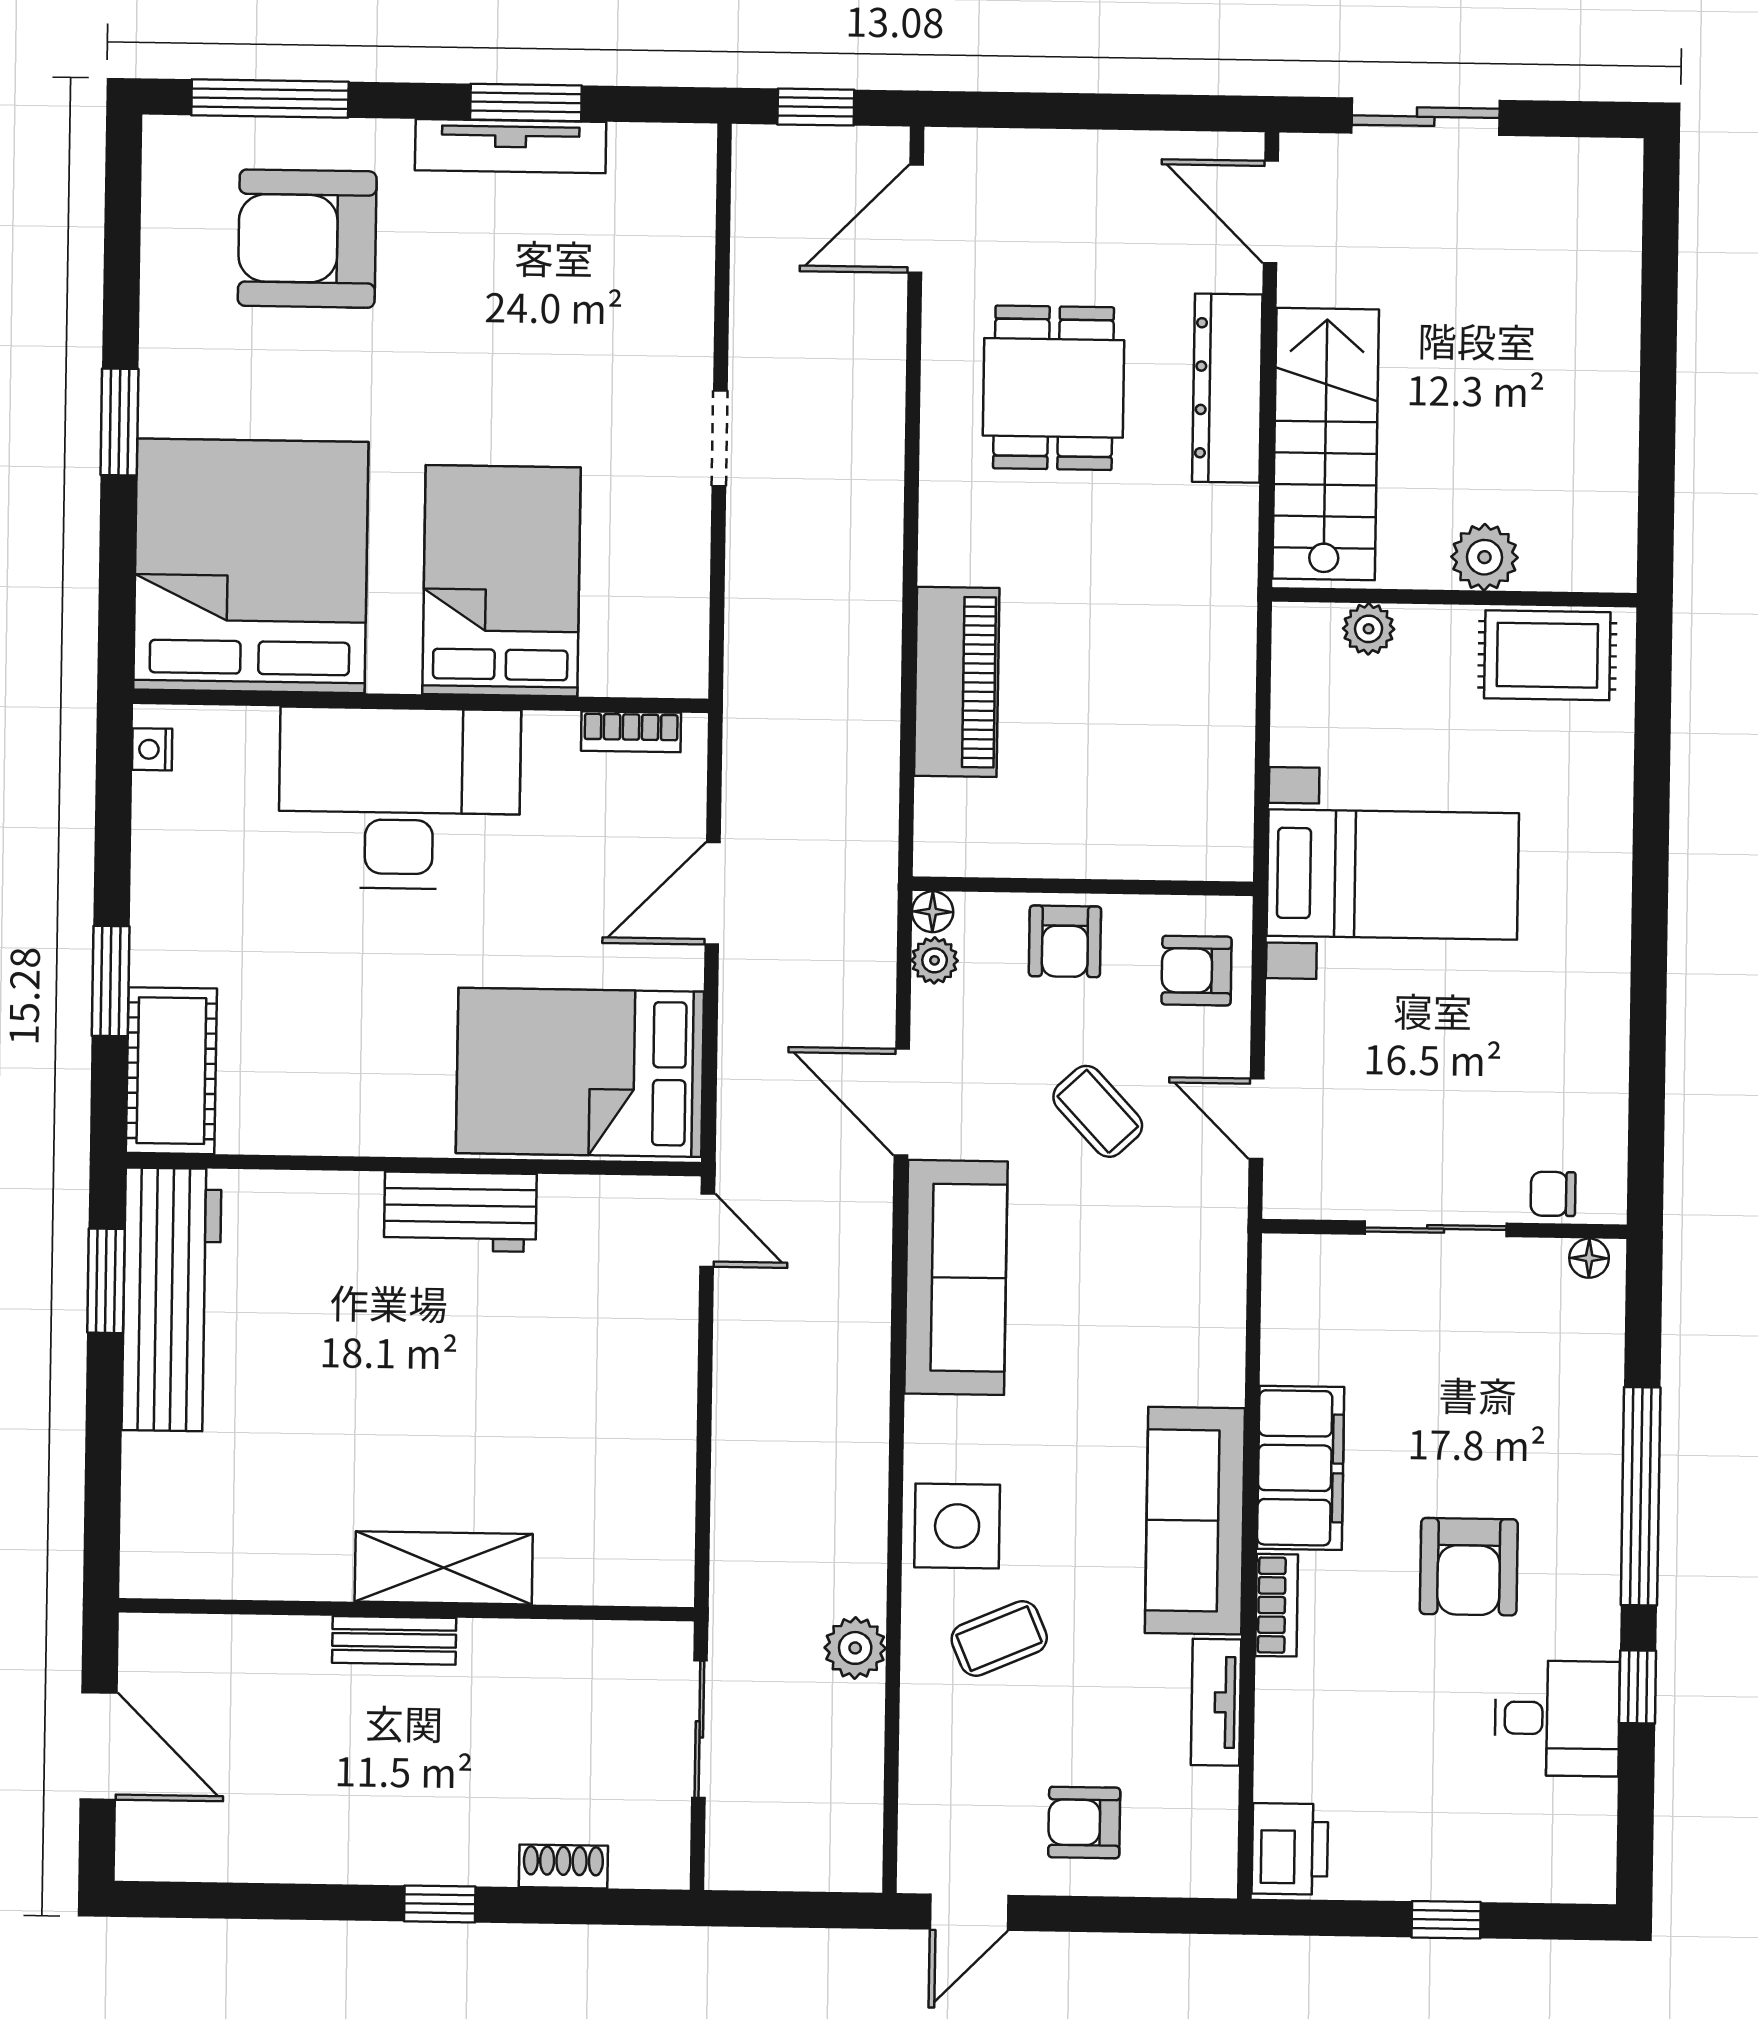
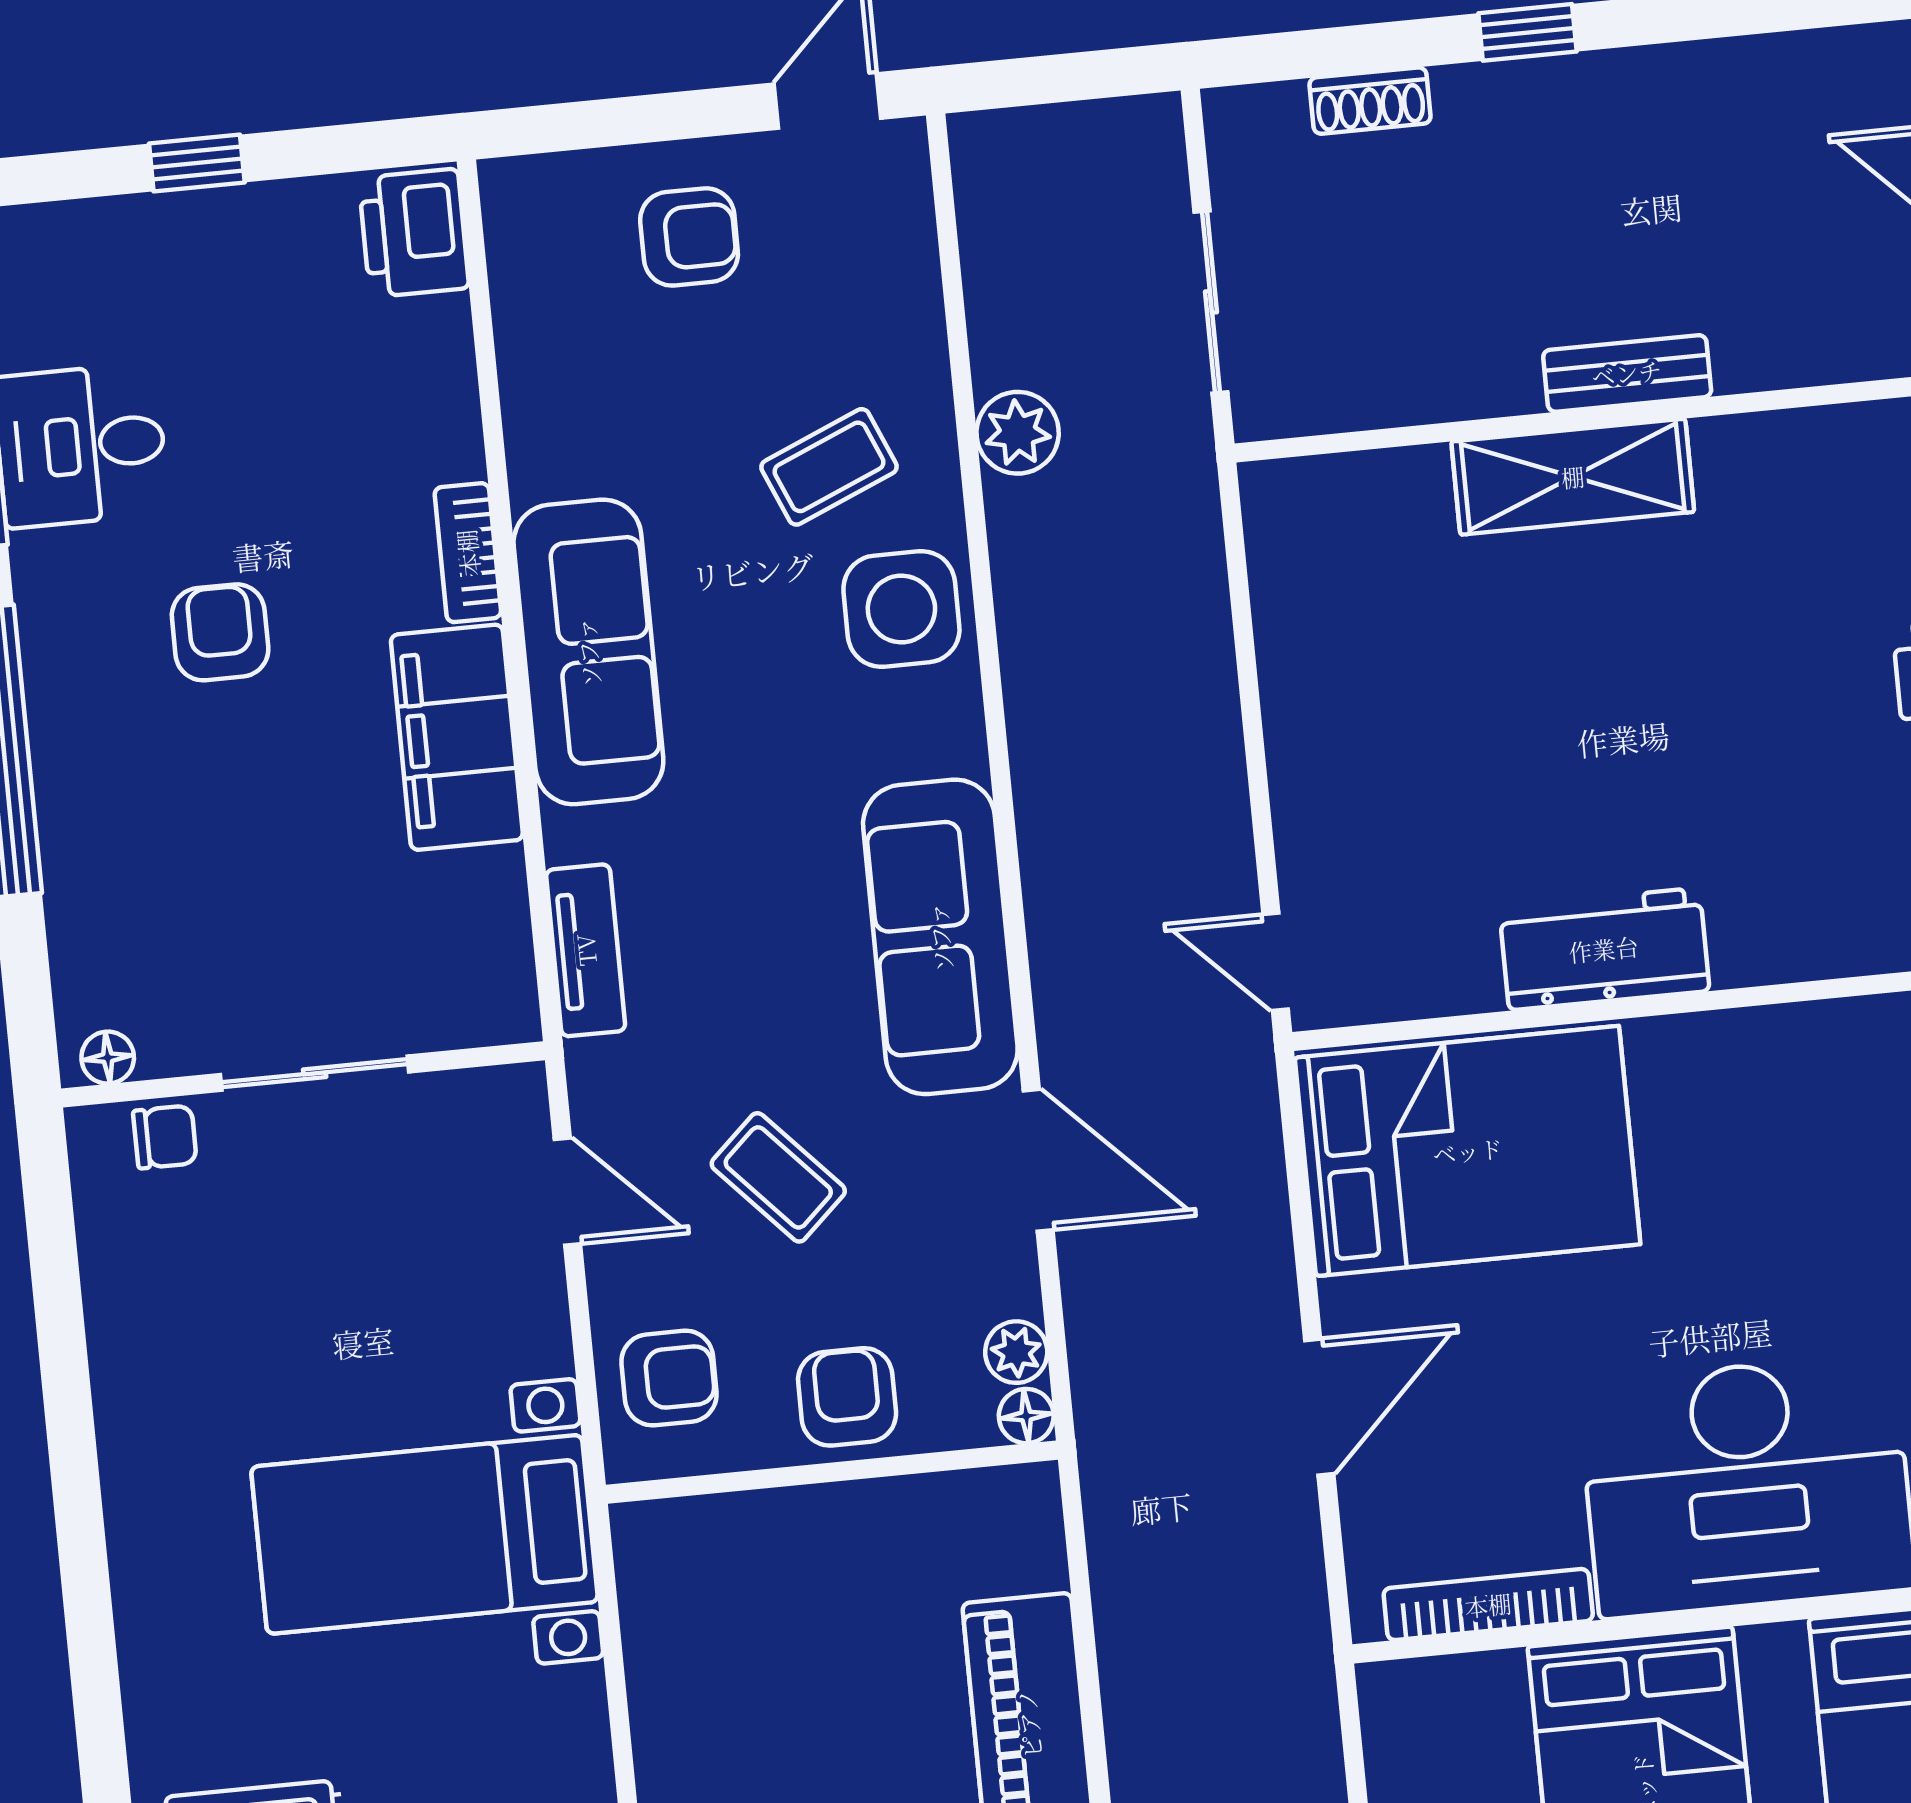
bookcase: (631, 732) -> (1488, 1605), width x1.56
armchair: (1469, 1567) -> (220, 632), width x0.72, depth x0.72
tv unit: (1216, 1702) -> (586, 950), moved

